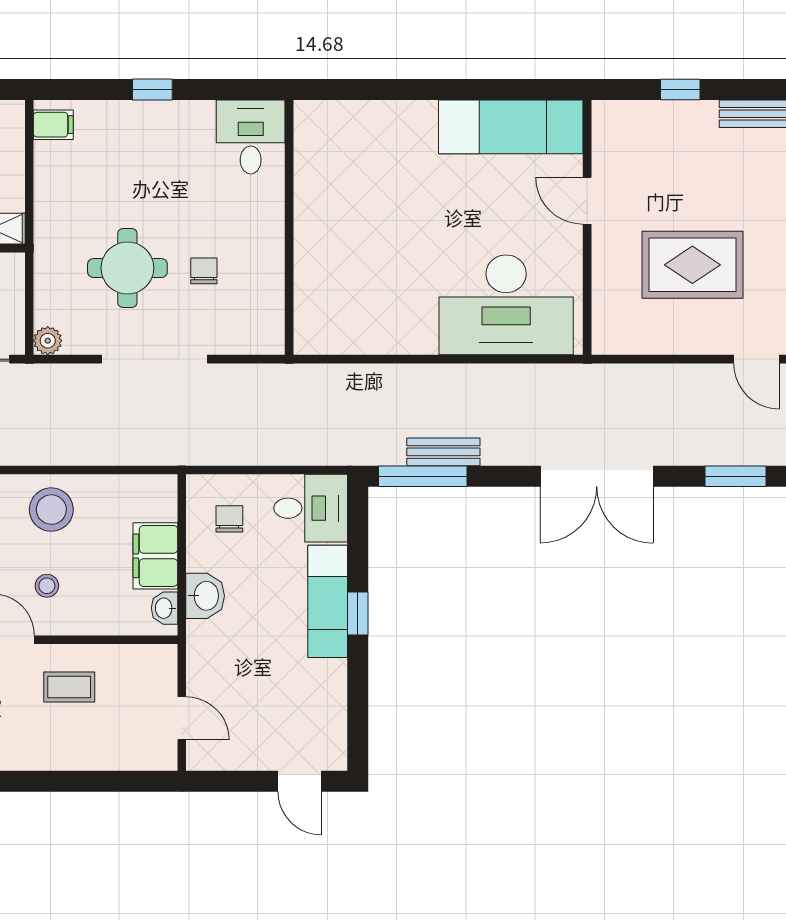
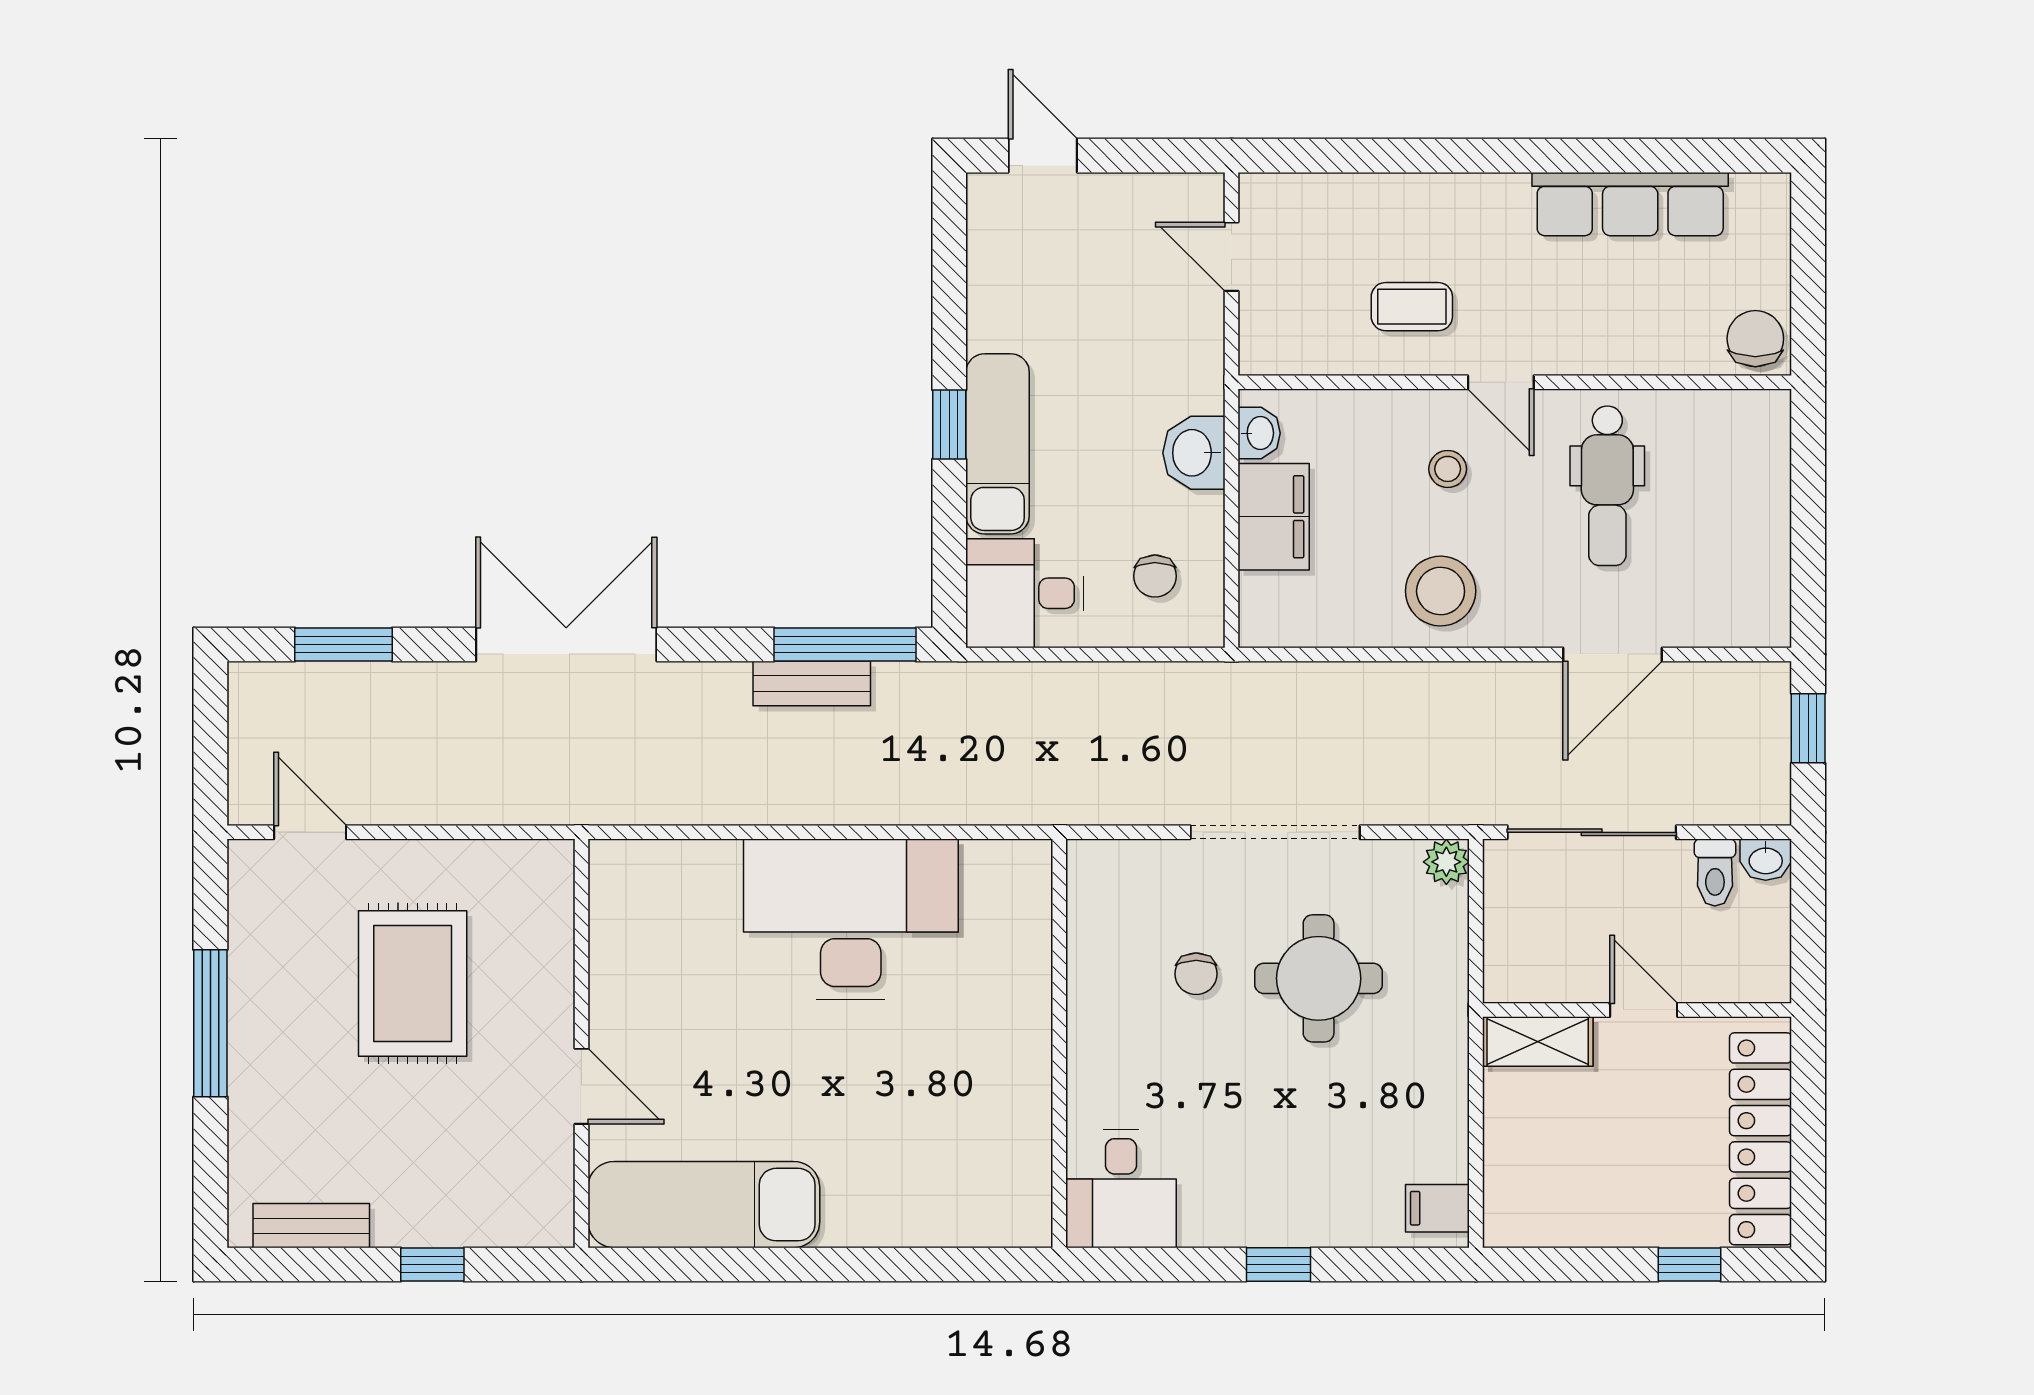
rug: (692, 265) -> (413, 983), turned 90
desk: (506, 305) -> (851, 919), moved

